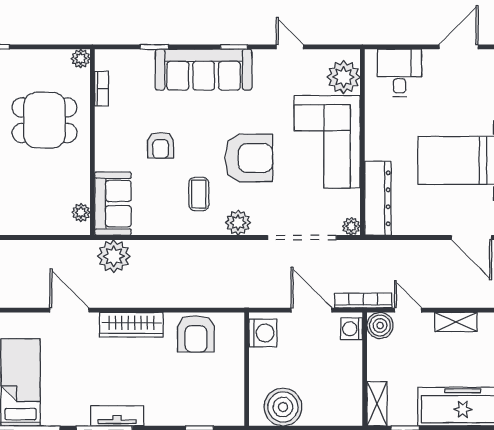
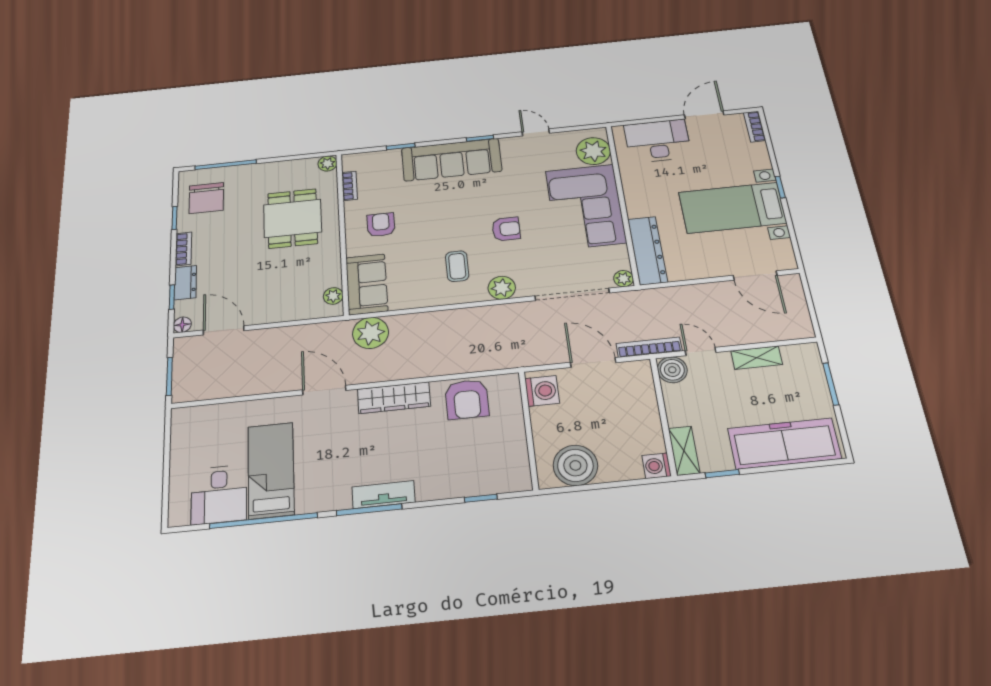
desk: (400, 73) -> (658, 141), width x1.37
dining table: (45, 120) -> (293, 218), turned 90
armchair: (161, 145) -> (381, 225), moved, turned 180
armchair: (249, 158) -> (506, 229), width x0.53, depth x0.53
washing machine: (352, 329) -> (657, 466), moved

